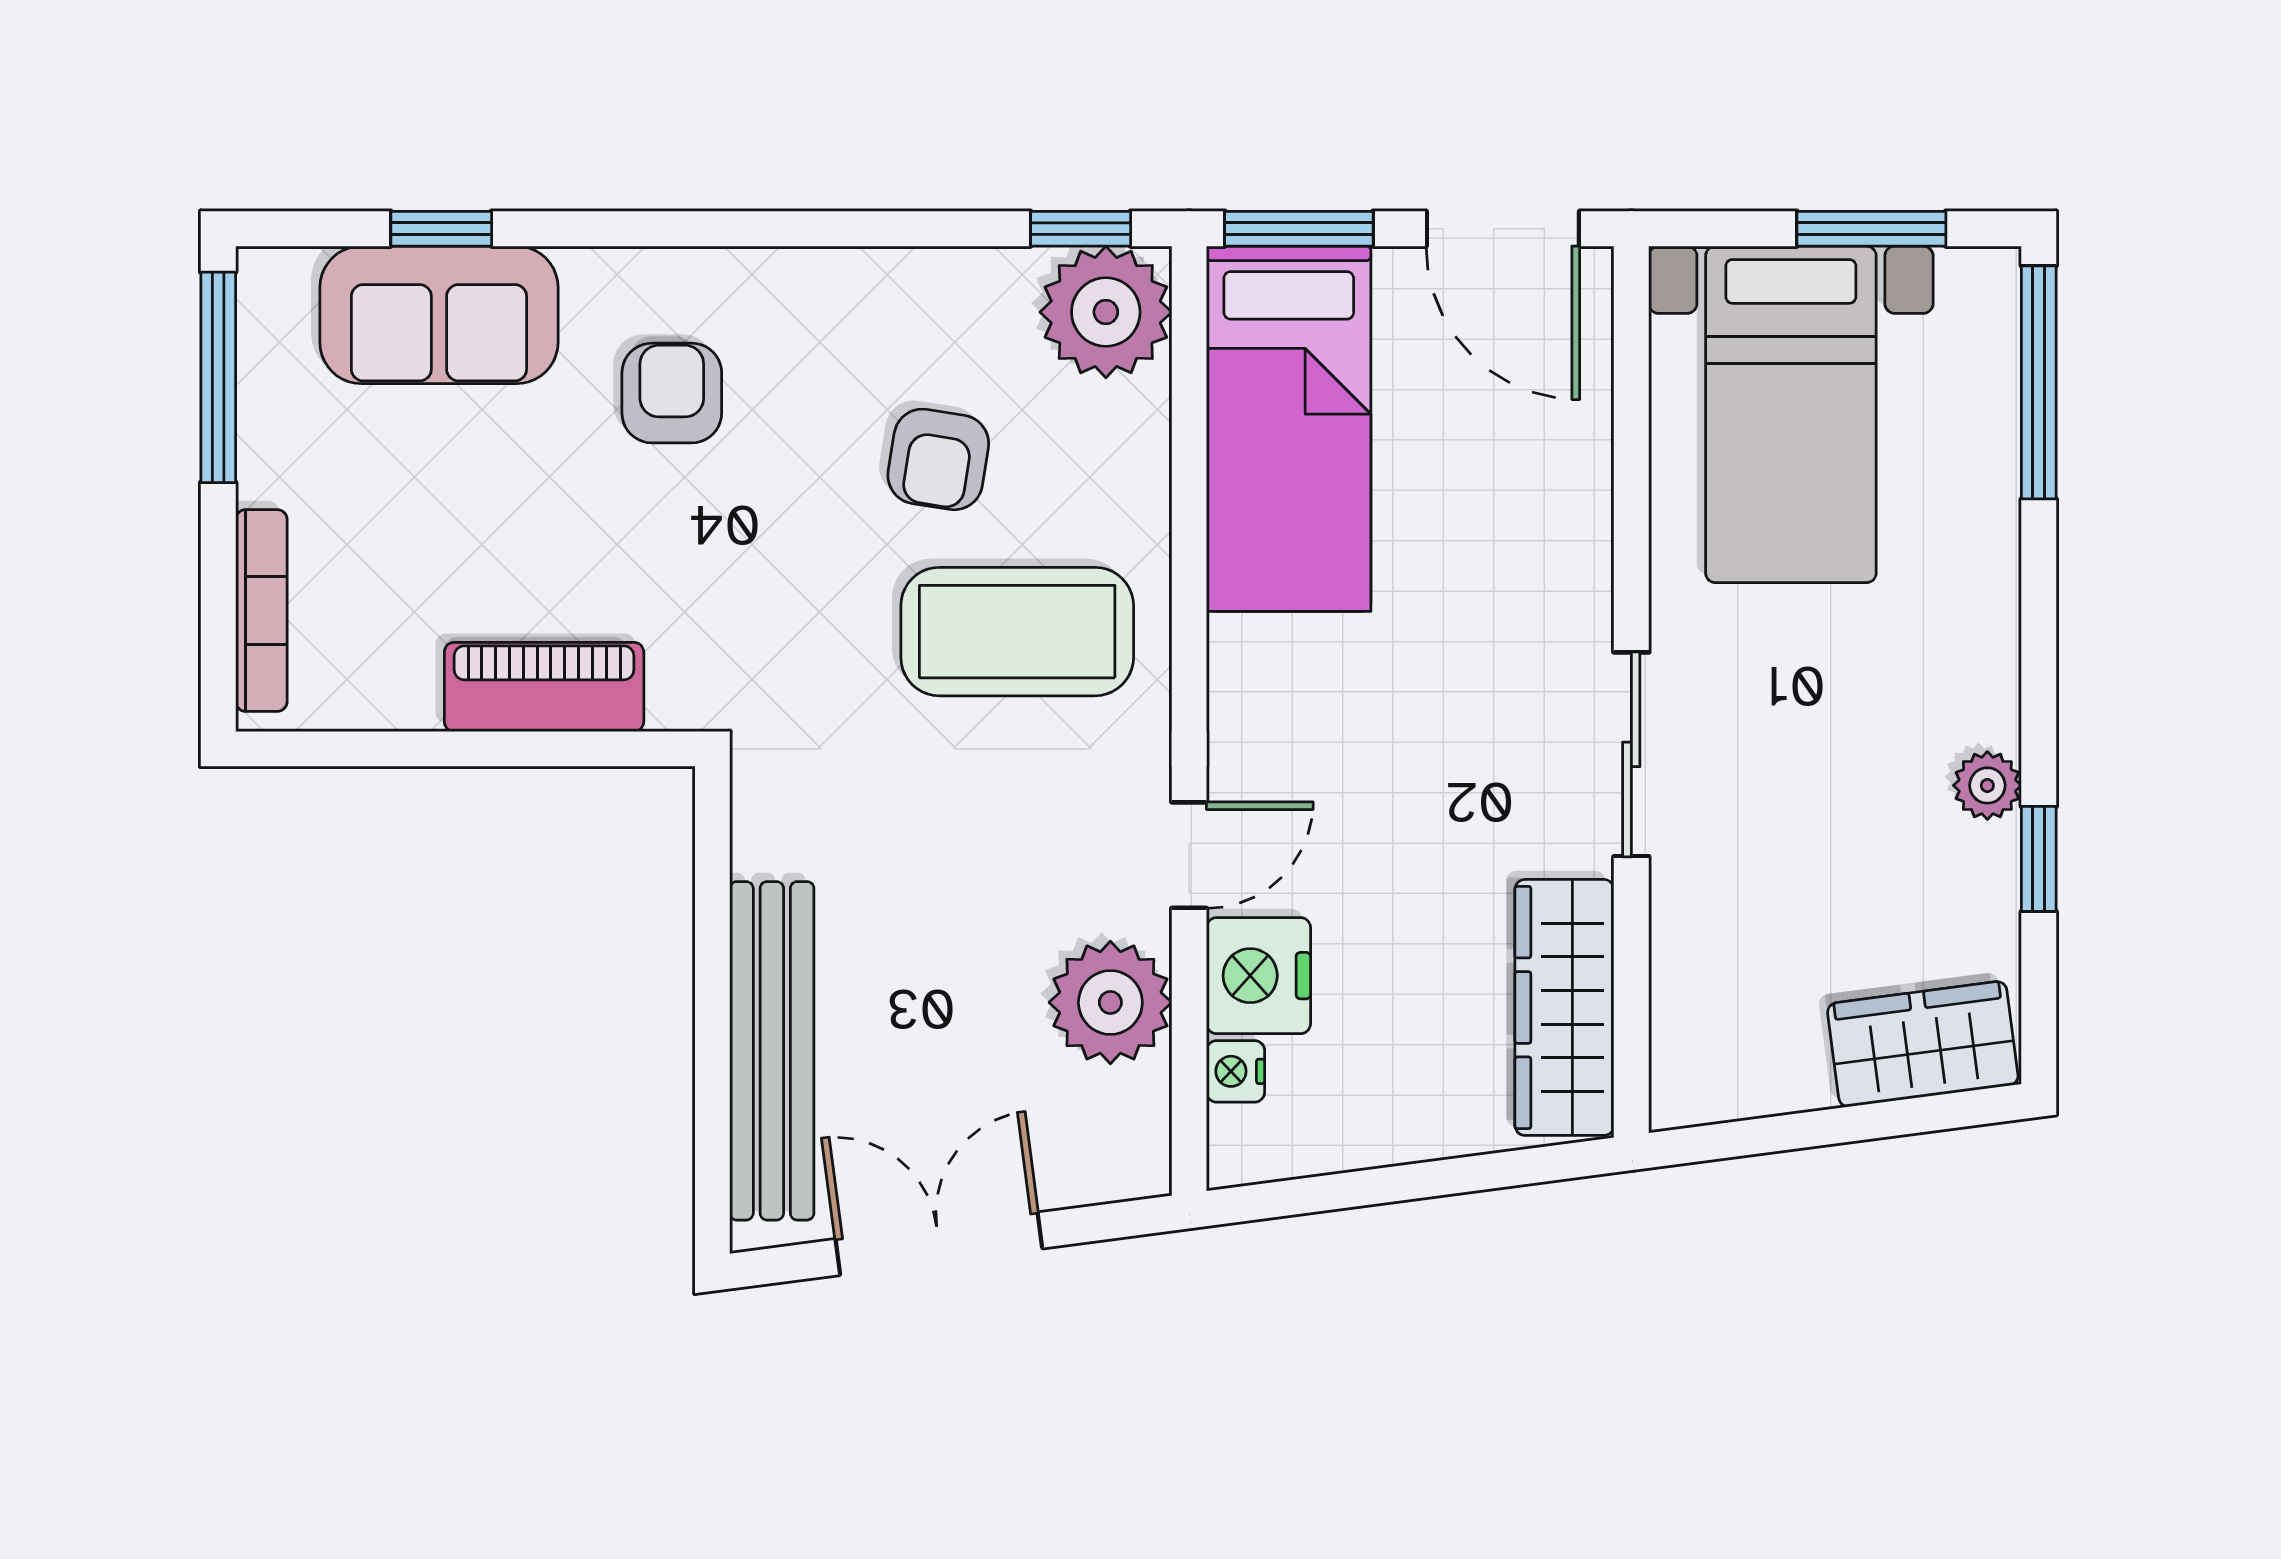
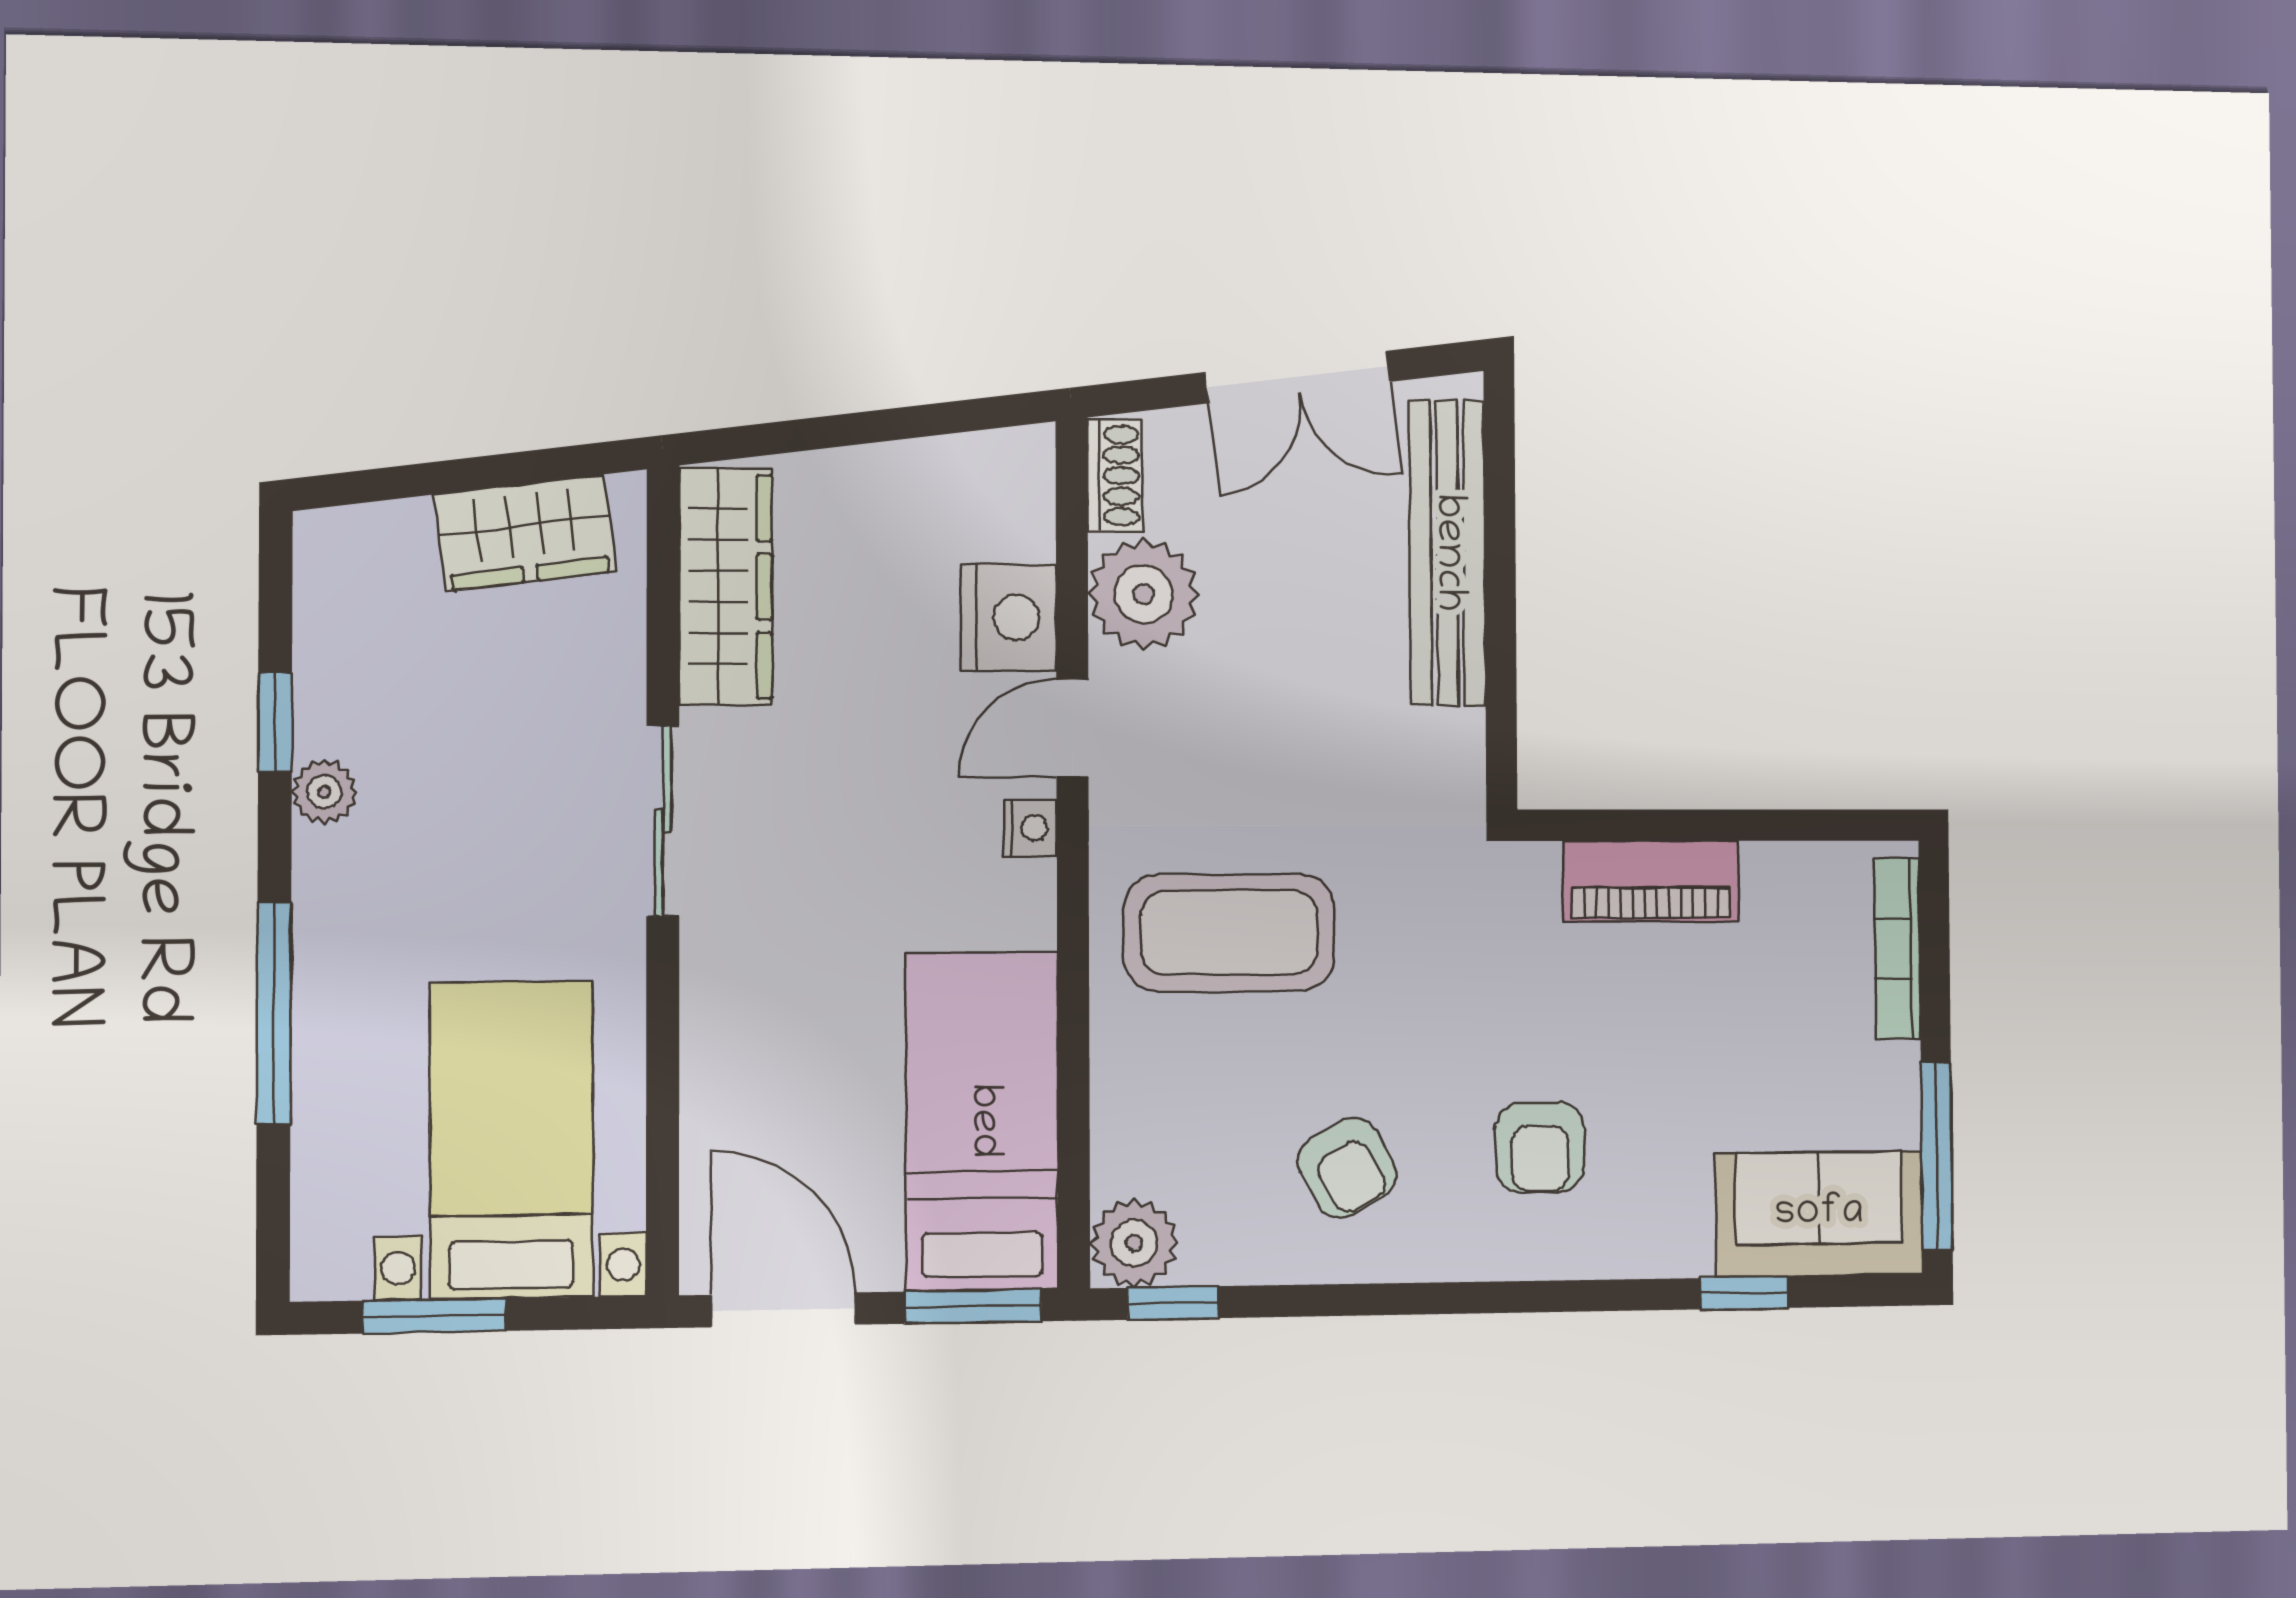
plant: (1106, 312) -> (1134, 1243), width x0.73, depth x0.73
sofa: (439, 315) -> (1819, 1214), moved
window: (2039, 382) -> (274, 1013), moved
armchair: (938, 459) -> (1347, 1168), moved, turned 142
wardrobe: (1923, 1044) -> (525, 533), moved
nightstand: (1236, 1071) -> (1030, 828), moved
shoe rack: (1142, 1132) -> (1115, 476), added

